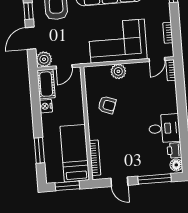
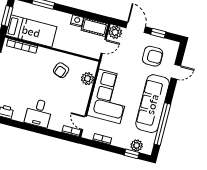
door: (64, 67) -> (104, 46), swing flipped
plant: (118, 71) -> (87, 79), moved
desk: (164, 128) -> (39, 113), moved

